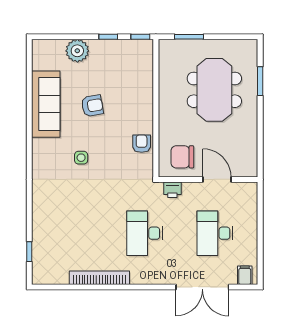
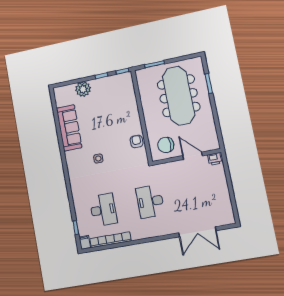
meeting table: (214, 90) -> (179, 96), width x1.36
armchair: (92, 106) -> (99, 123), removed
printer: (172, 190) -> (215, 159), moved
desk: (215, 233) -> (103, 210), moved, turned 180
filing cabinet: (245, 275) -> (85, 242), moved
bookcase: (99, 278) -> (110, 240), moved

